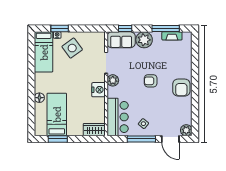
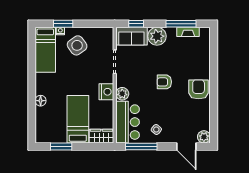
plant: (113, 80) -> (122, 94), moved
armchair: (181, 88) -> (199, 89), turned 180
bed: (57, 114) -> (78, 119), moved
window: (141, 139) -> (141, 147), moved

